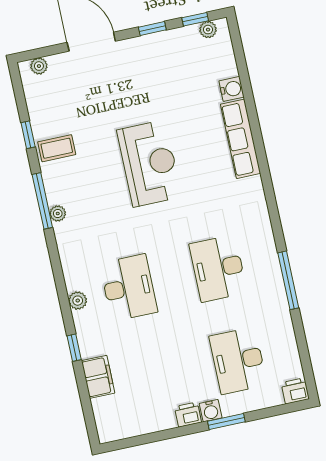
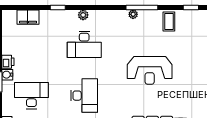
window: (28, 135) -> (191, 7), moved
desk: (218, 268) -> (84, 96), turned 90
filing cabinet: (98, 377) -> (28, 17), moved

